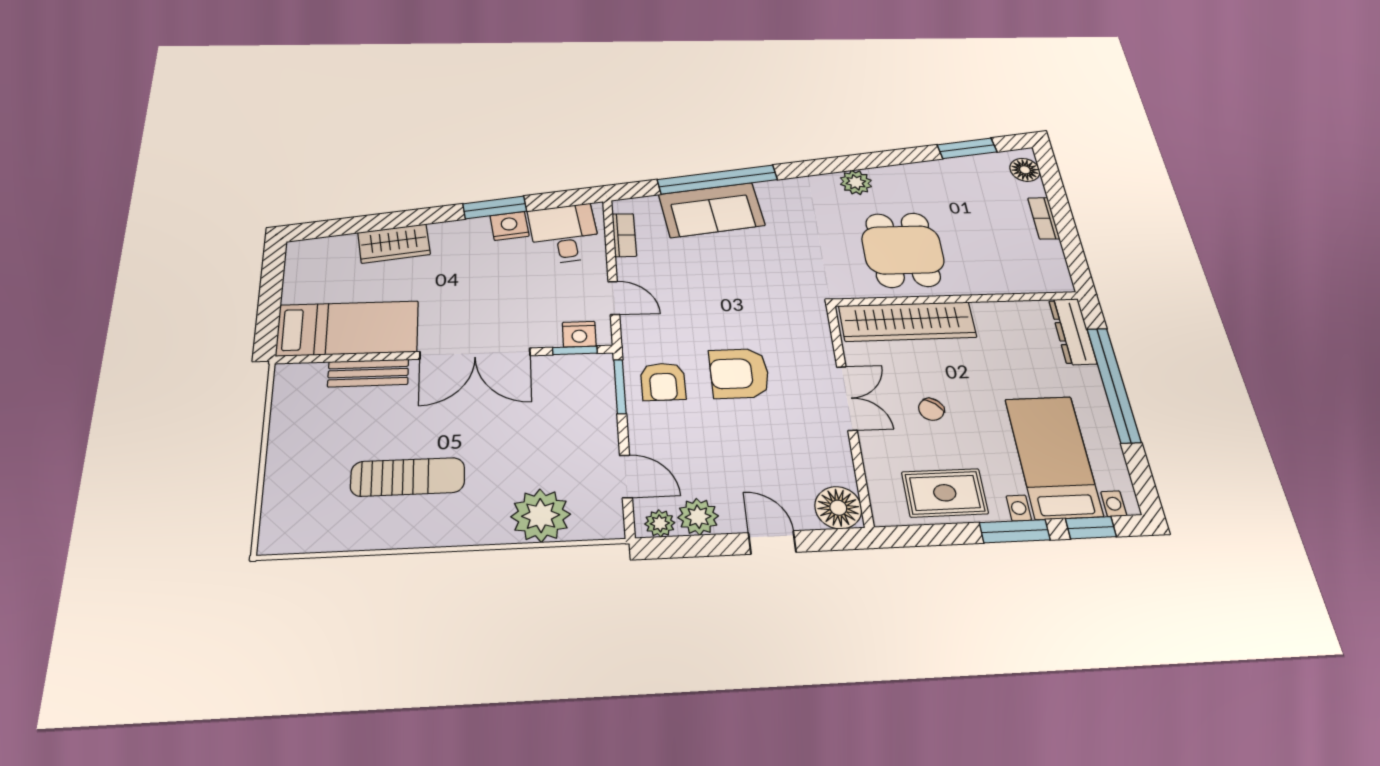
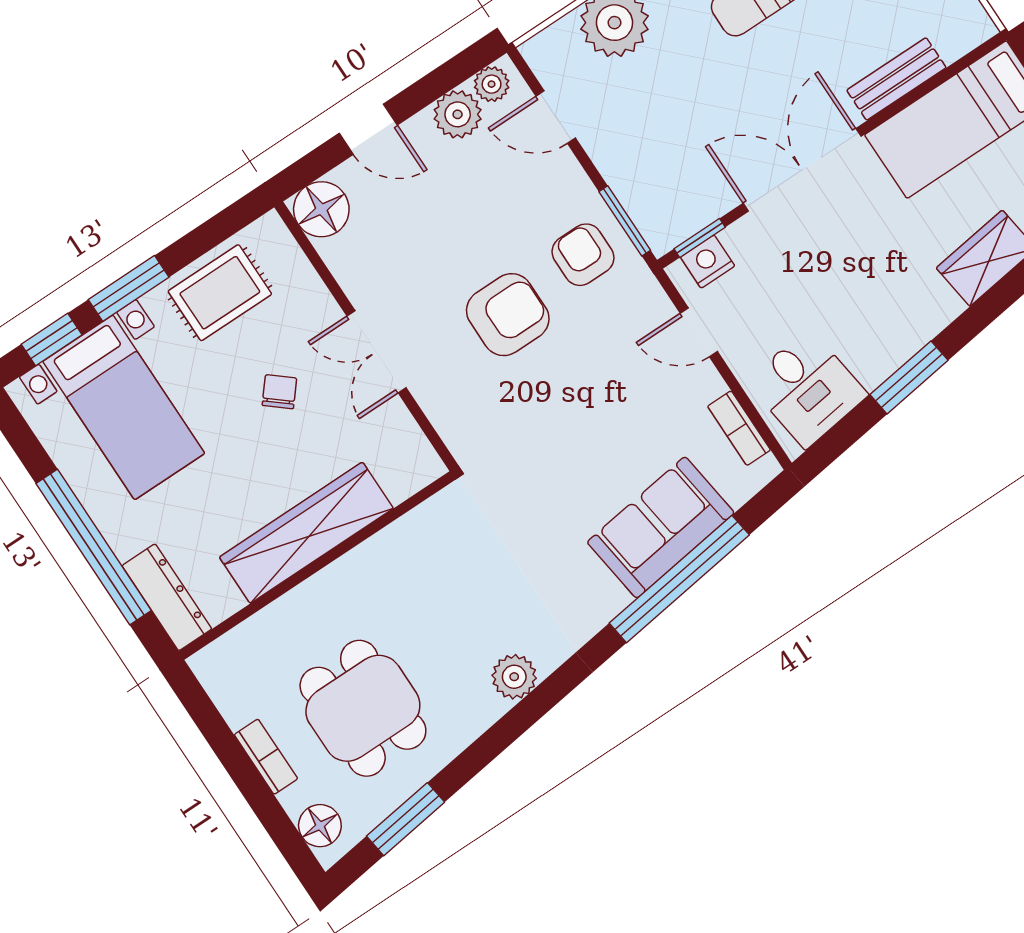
nightstand: (509, 226) -> (875, 361), removed
dining table: (903, 250) -> (363, 708), moved
wardrobe: (907, 322) -> (306, 533), moved

